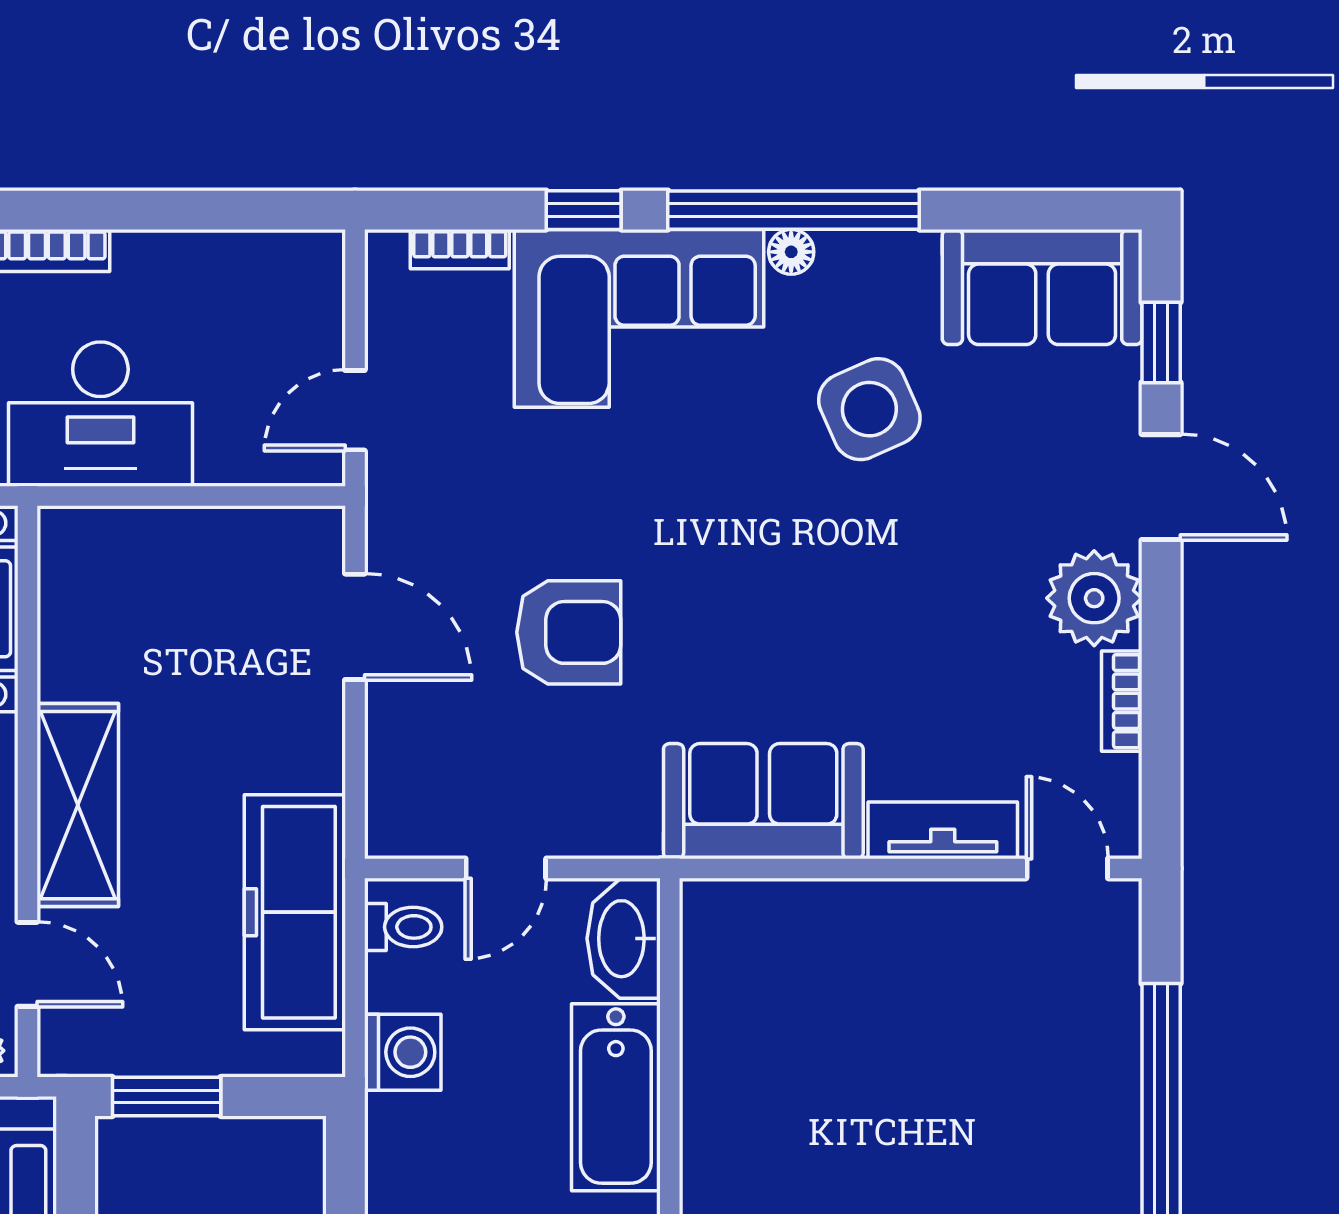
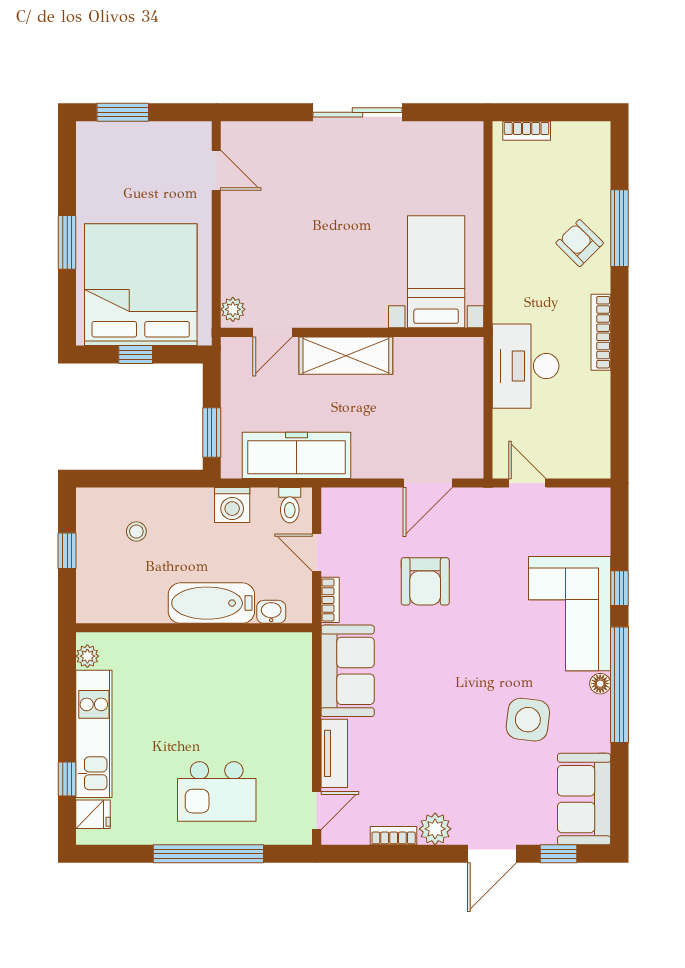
bookcase: (460, 249) -> (330, 600), moved, turned 180
side table: (869, 409) -> (528, 720), turned 31
plant: (1094, 598) -> (435, 829), width x0.73, depth x0.73
washbasin: (624, 939) -> (271, 612), width x0.52, depth x0.69
kitchen island: (1026, 1086) -> (217, 791), added
window: (167, 1096) -> (212, 433), moved

